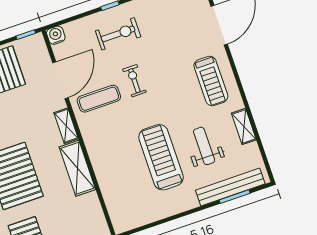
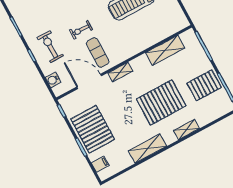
water cooler: (56, 35) -> (53, 80), moved
shelving: (77, 168) -> (165, 50), moved

